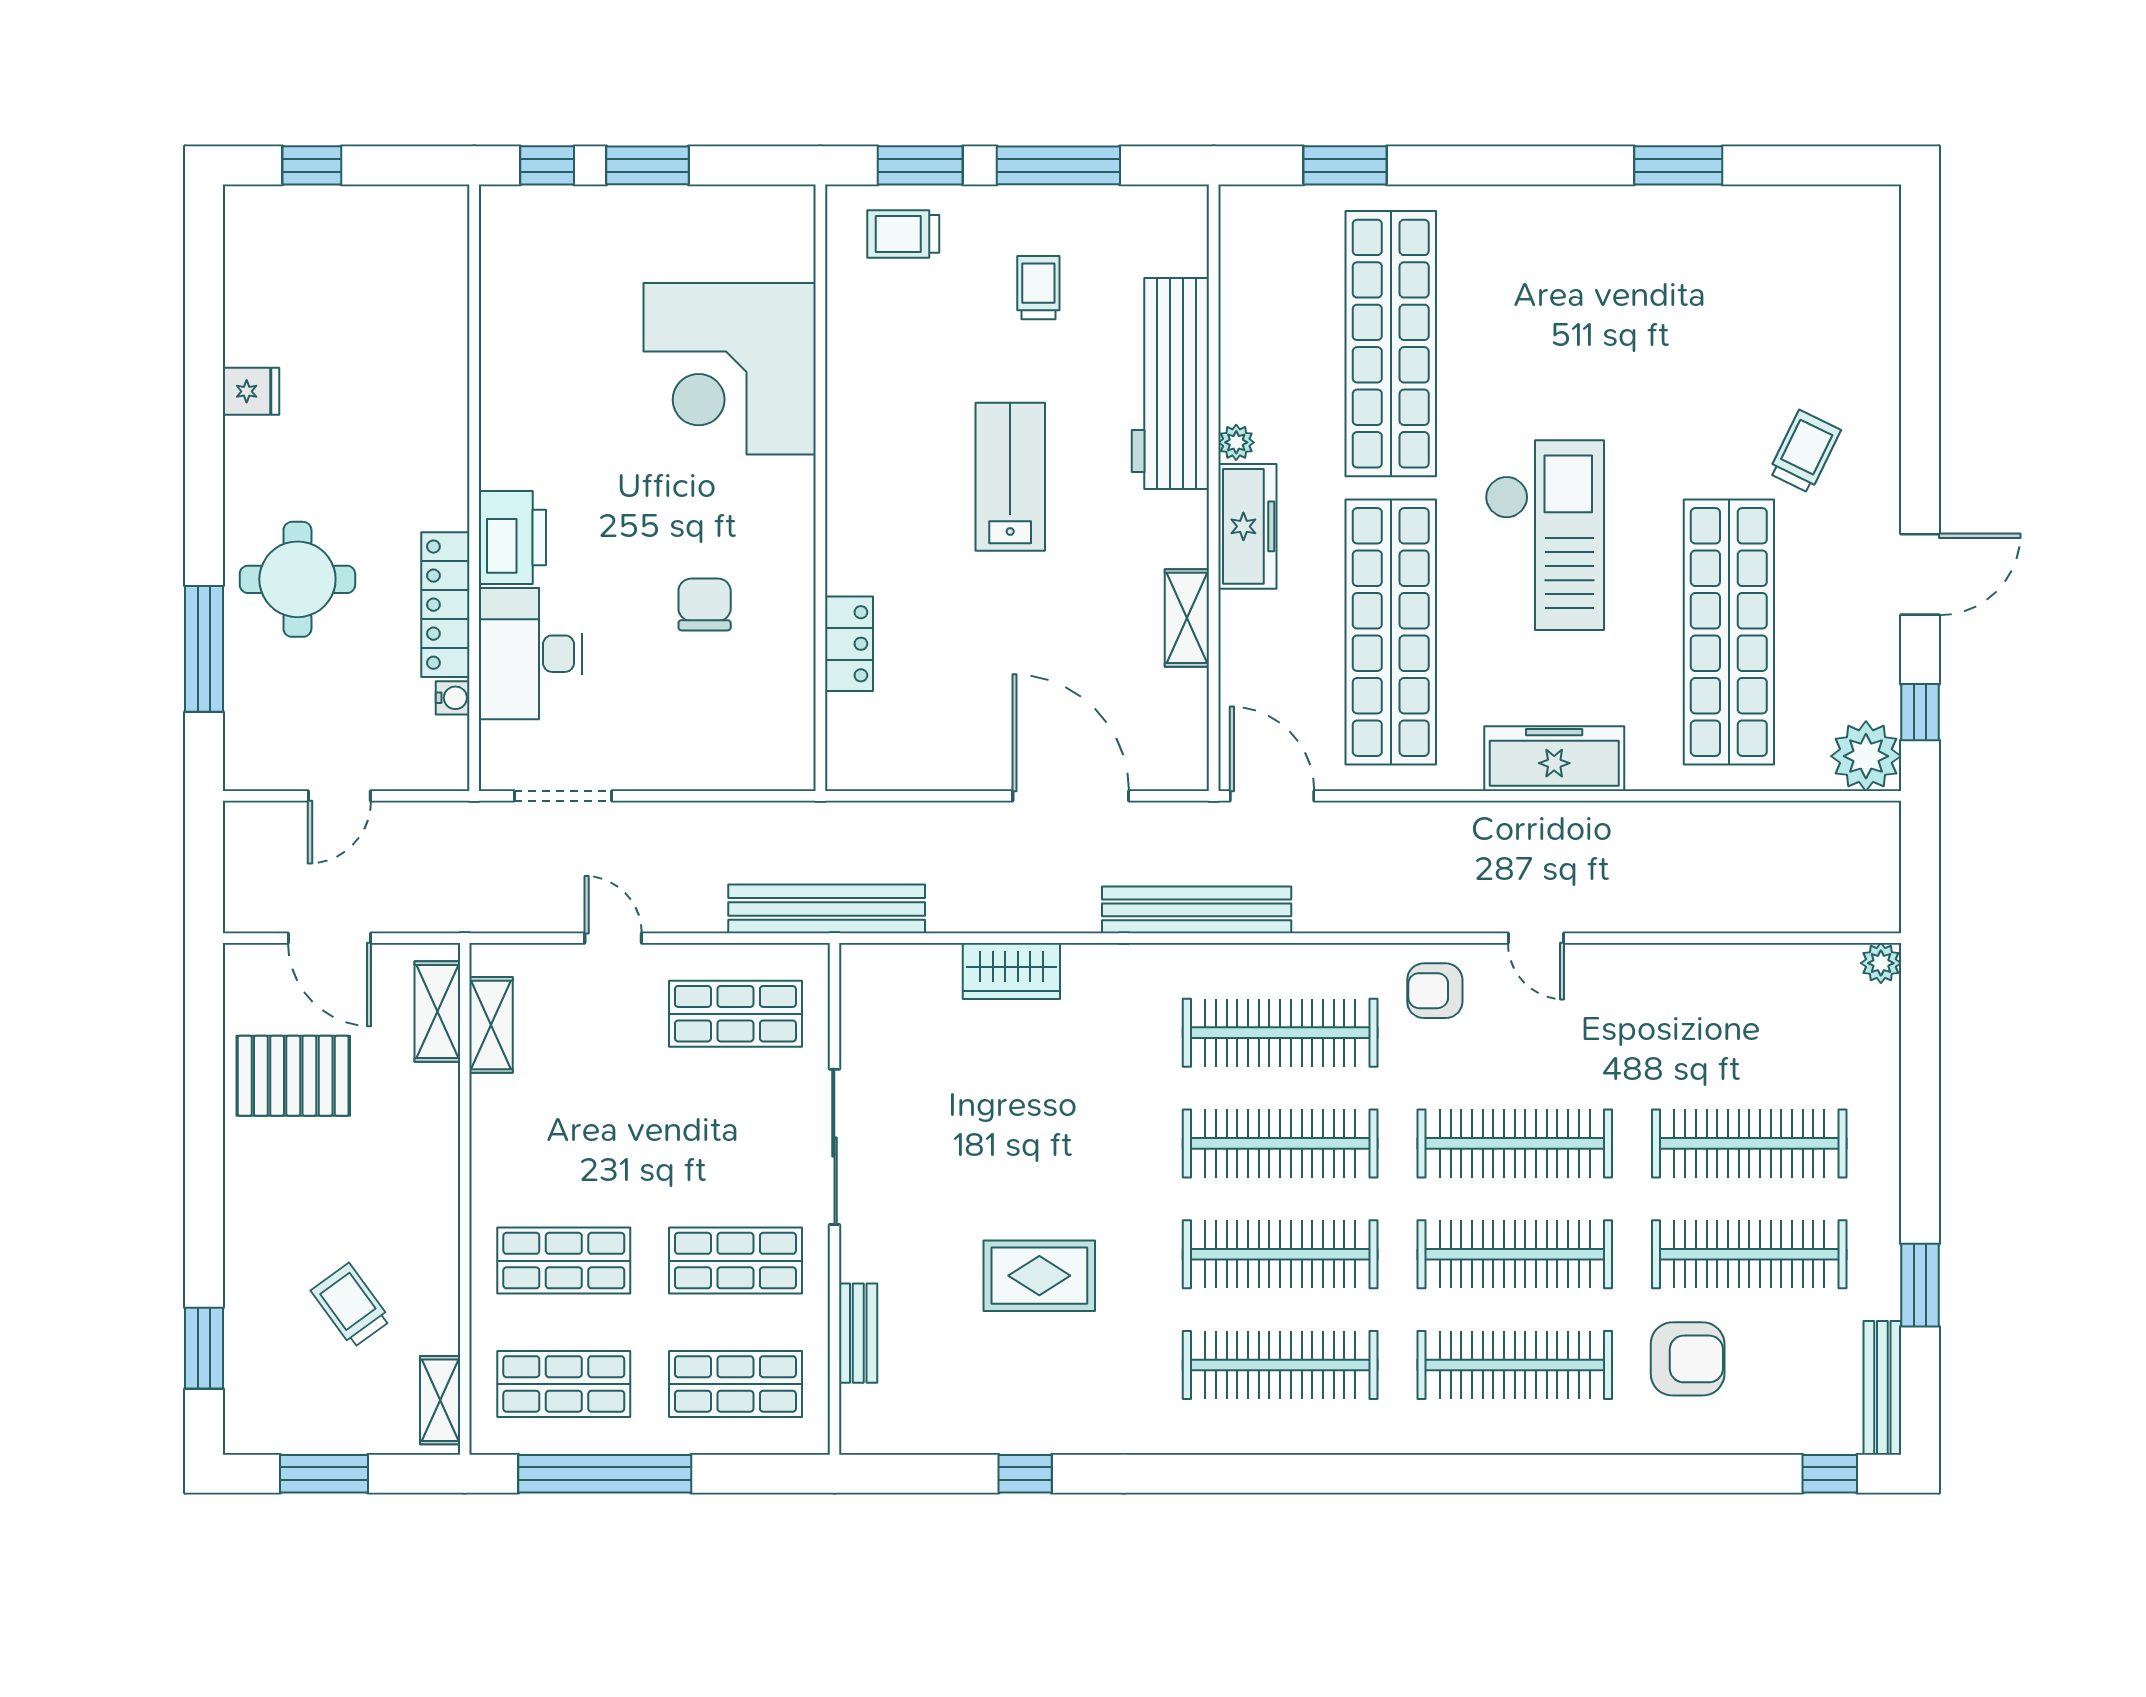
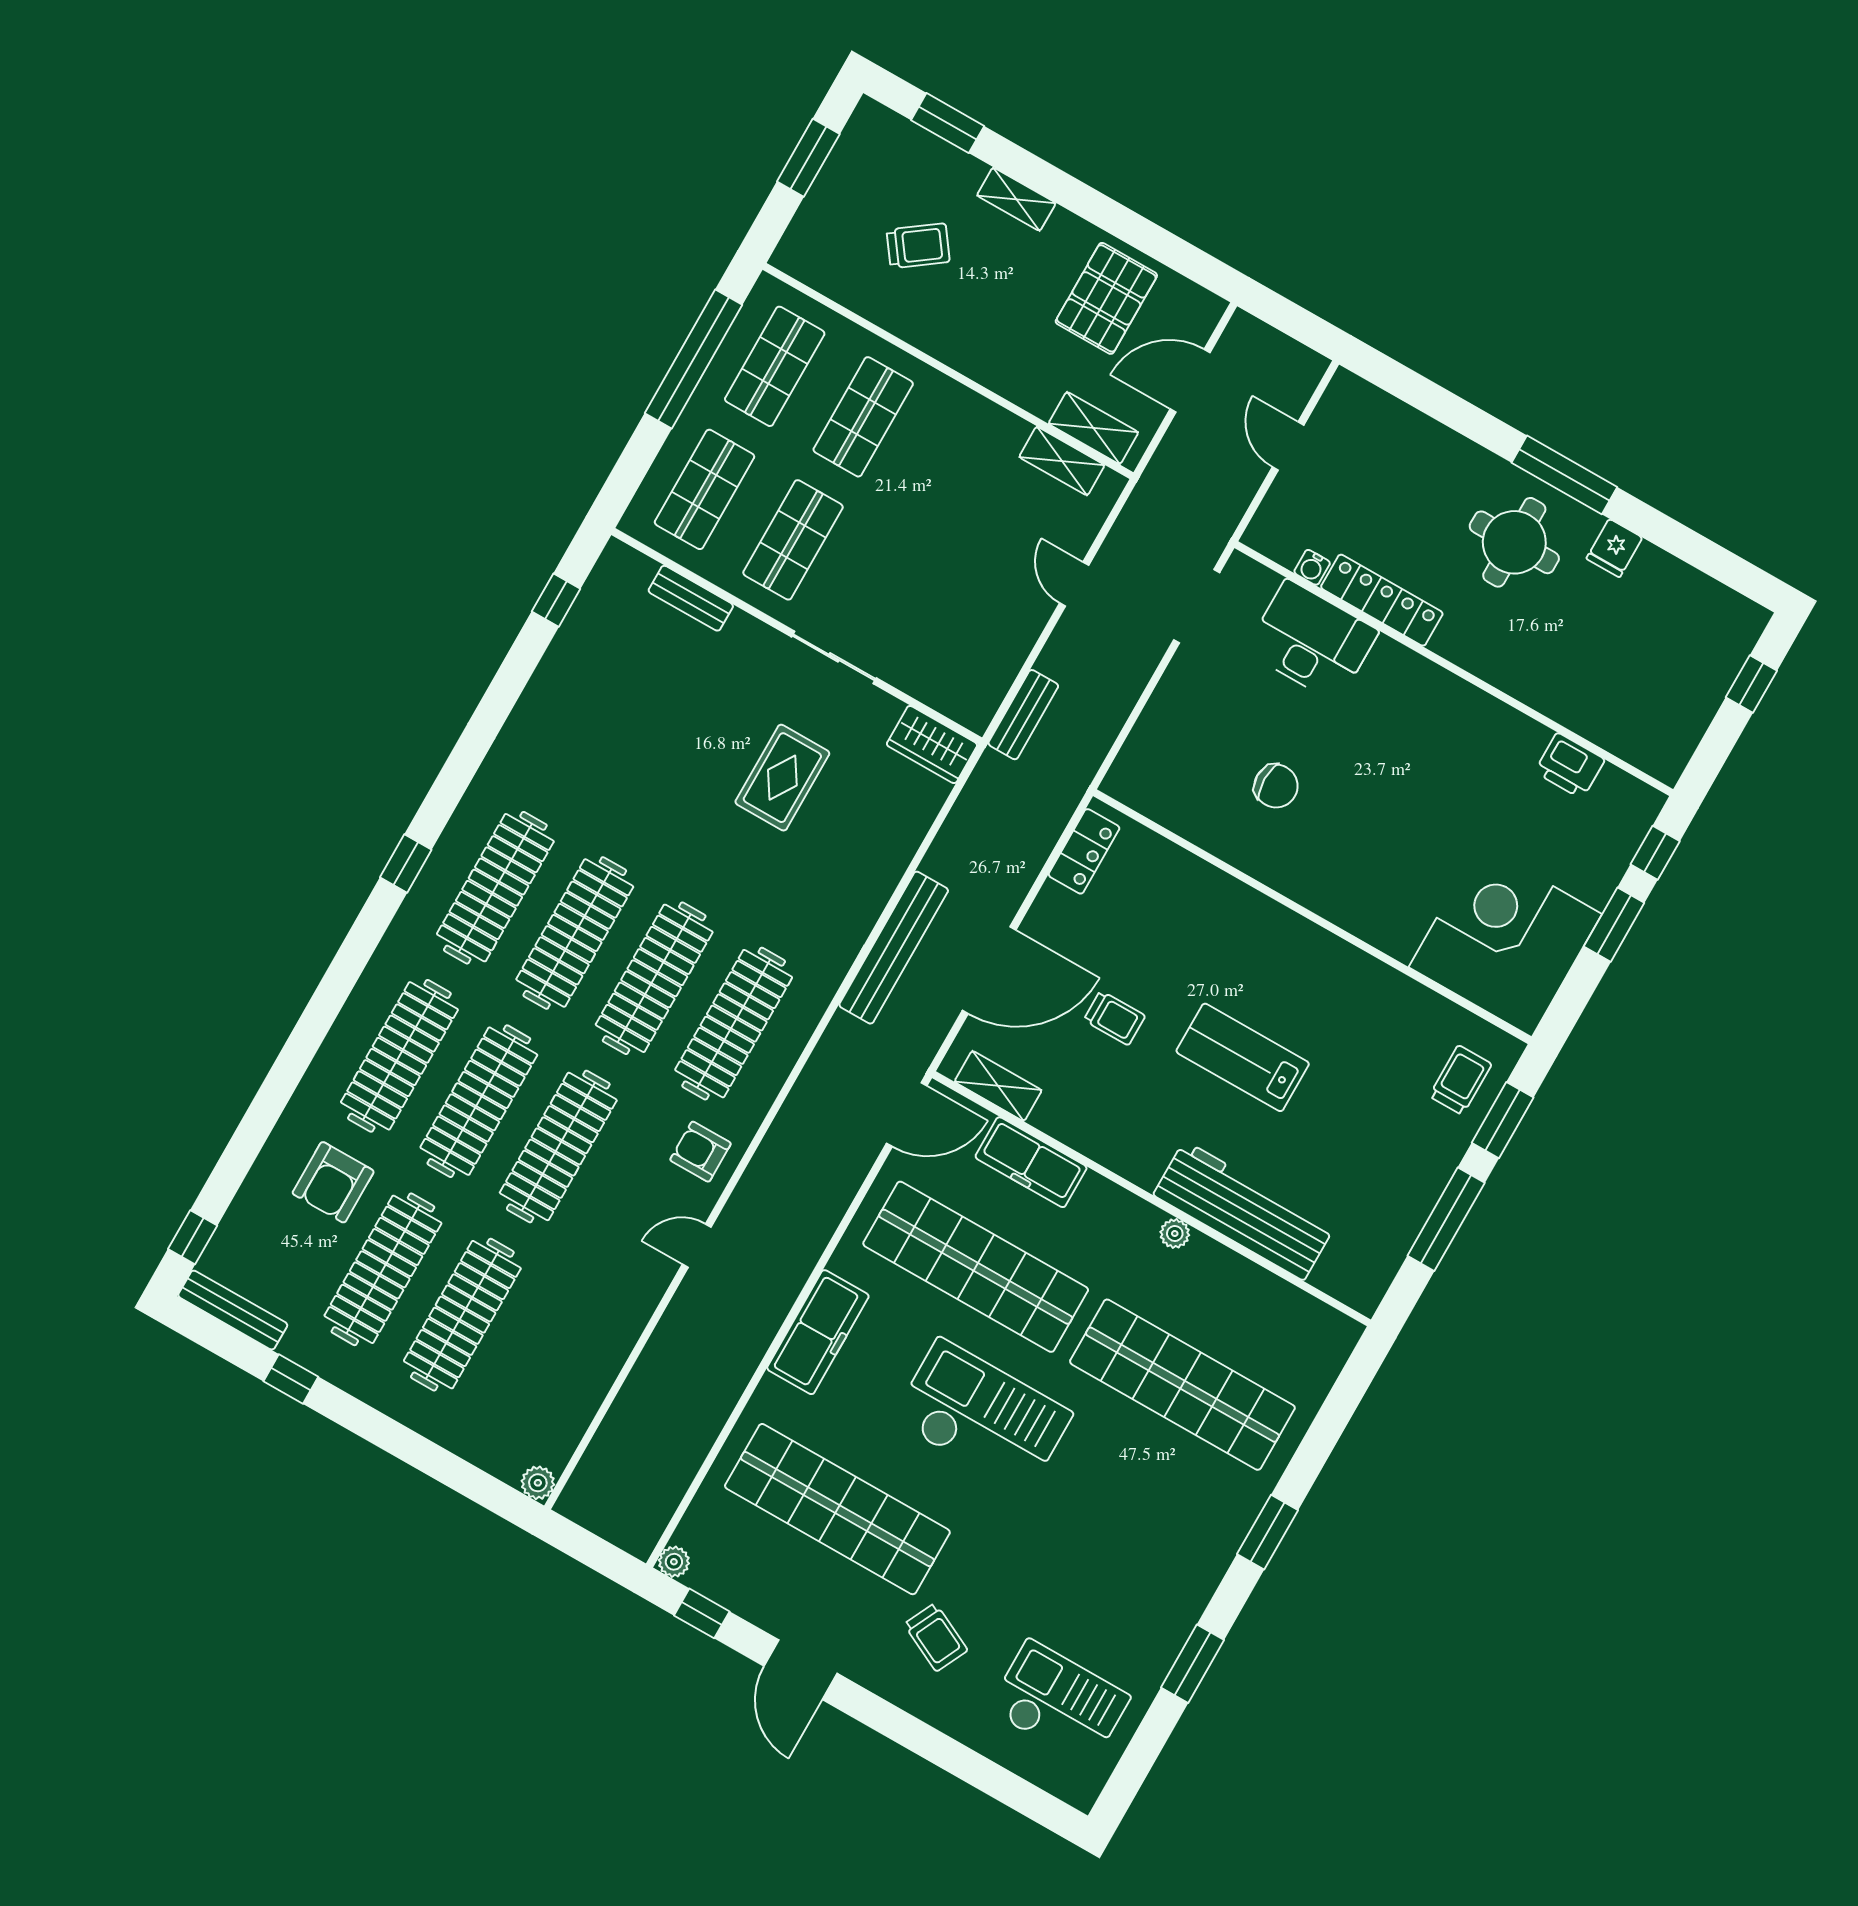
window: (1345, 165) -> (1268, 1532), moved
checkout: (1800, 282) -> (1059, 1703), added
trolley: (1038, 288) -> (1114, 1018), moved
corner desk: (730, 369) -> (1505, 941), moved
lab bench: (1010, 477) -> (1243, 1057), turned 180
freezer: (1247, 526) -> (1031, 1162), moved
checkout: (1545, 535) -> (982, 1417), turned 180
printer: (512, 538) -> (1570, 766), moved, width x0.73, depth x0.84
round table: (297, 579) -> (1514, 542), moved
shelving: (1187, 618) -> (998, 1086), moved
locker: (849, 644) -> (1084, 851), moved, turned -90
window: (204, 649) -> (1564, 475), moved
plant: (1866, 756) -> (674, 1562), width x0.53, depth x0.53
bench: (827, 909) -> (1023, 715), width x0.54, depth x0.82
bench: (1197, 910) -> (894, 948), moved
door: (613, 938) -> (1074, 584), swing flipped
wardrobe: (1011, 971) -> (932, 745), moved, turned -90
armchair: (1435, 991) -> (700, 1152), turned -90
shop shelf: (735, 1014) -> (970, 641), removed
sliding door: (834, 1147) -> (834, 657), width x0.73
rug: (1039, 1276) -> (782, 778), moved
window: (1920, 1285) -> (291, 1379), width x0.67
shelving: (440, 1400) -> (1016, 199), moved
window: (1025, 1474) -> (556, 600), moved
window: (1308, 1474) -> (406, 864), added

